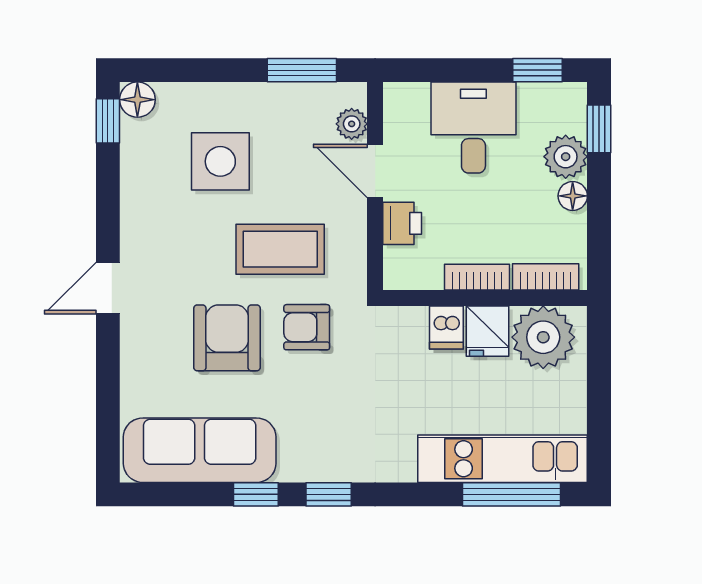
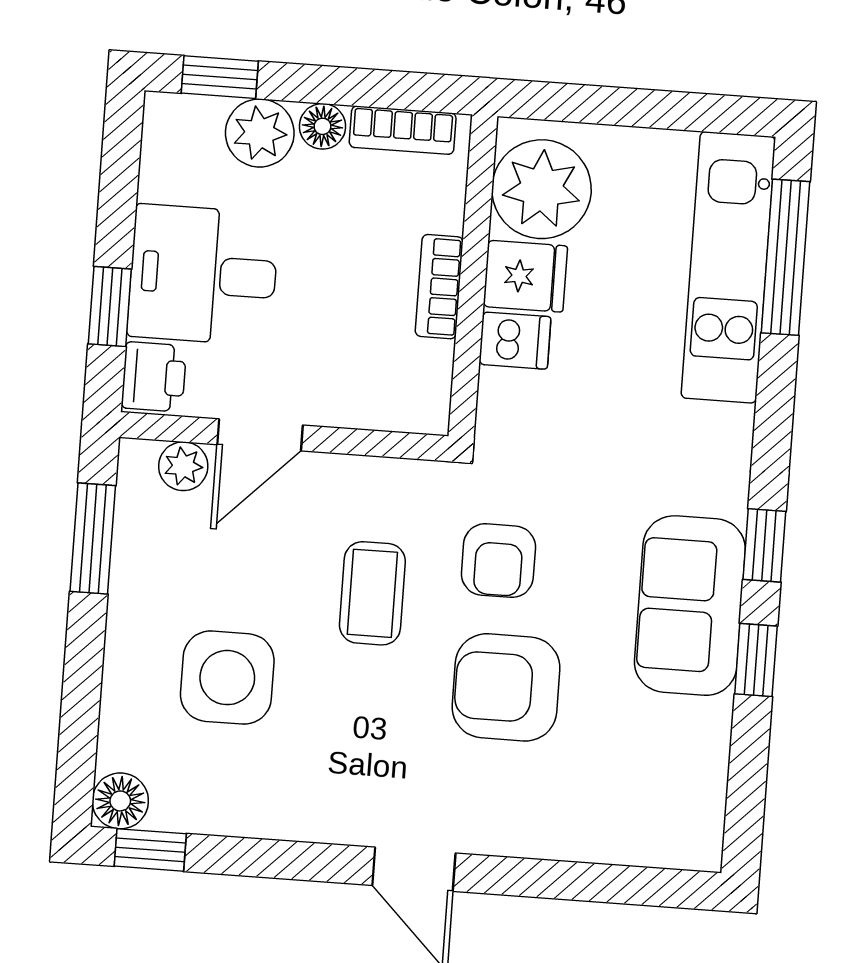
window: (538, 70) -> (110, 306), moved
printer: (402, 223) -> (154, 377), moved, turned 90
coffee table: (280, 249) -> (372, 593), width x0.73, depth x0.77
bookcase: (546, 277) -> (403, 130), moved, turned -90
sofa: (200, 450) -> (690, 606), moved, width x0.73

